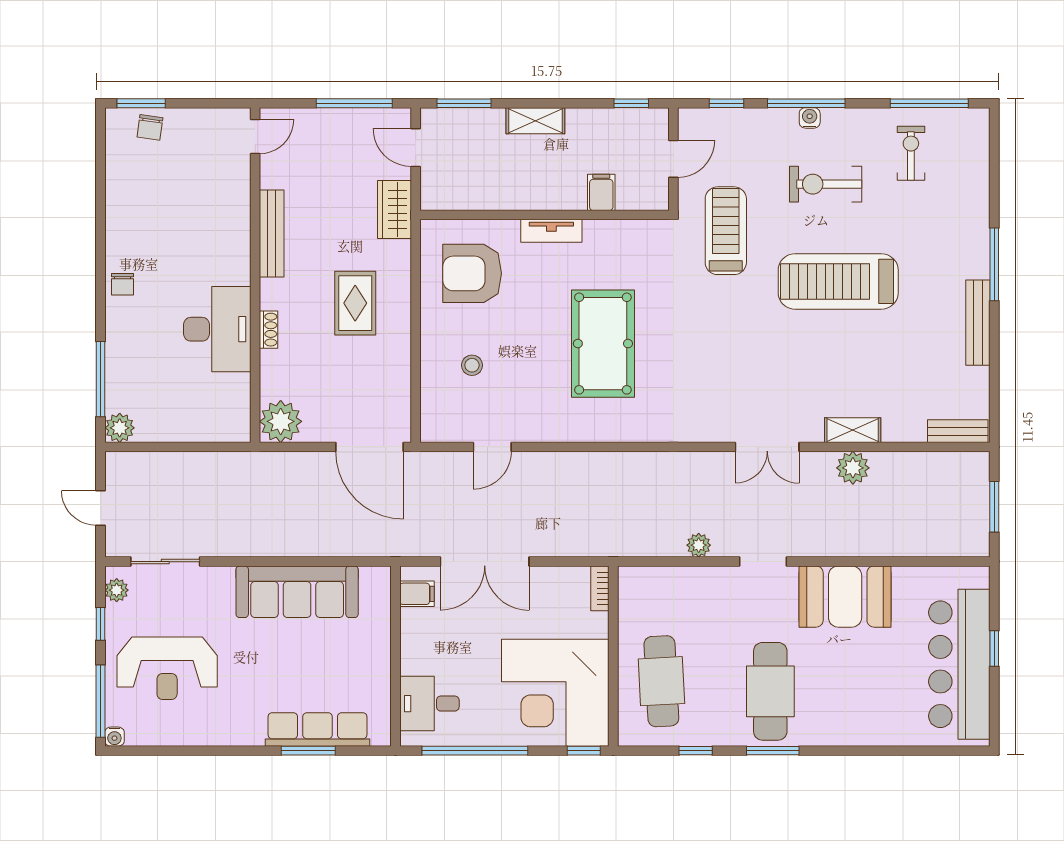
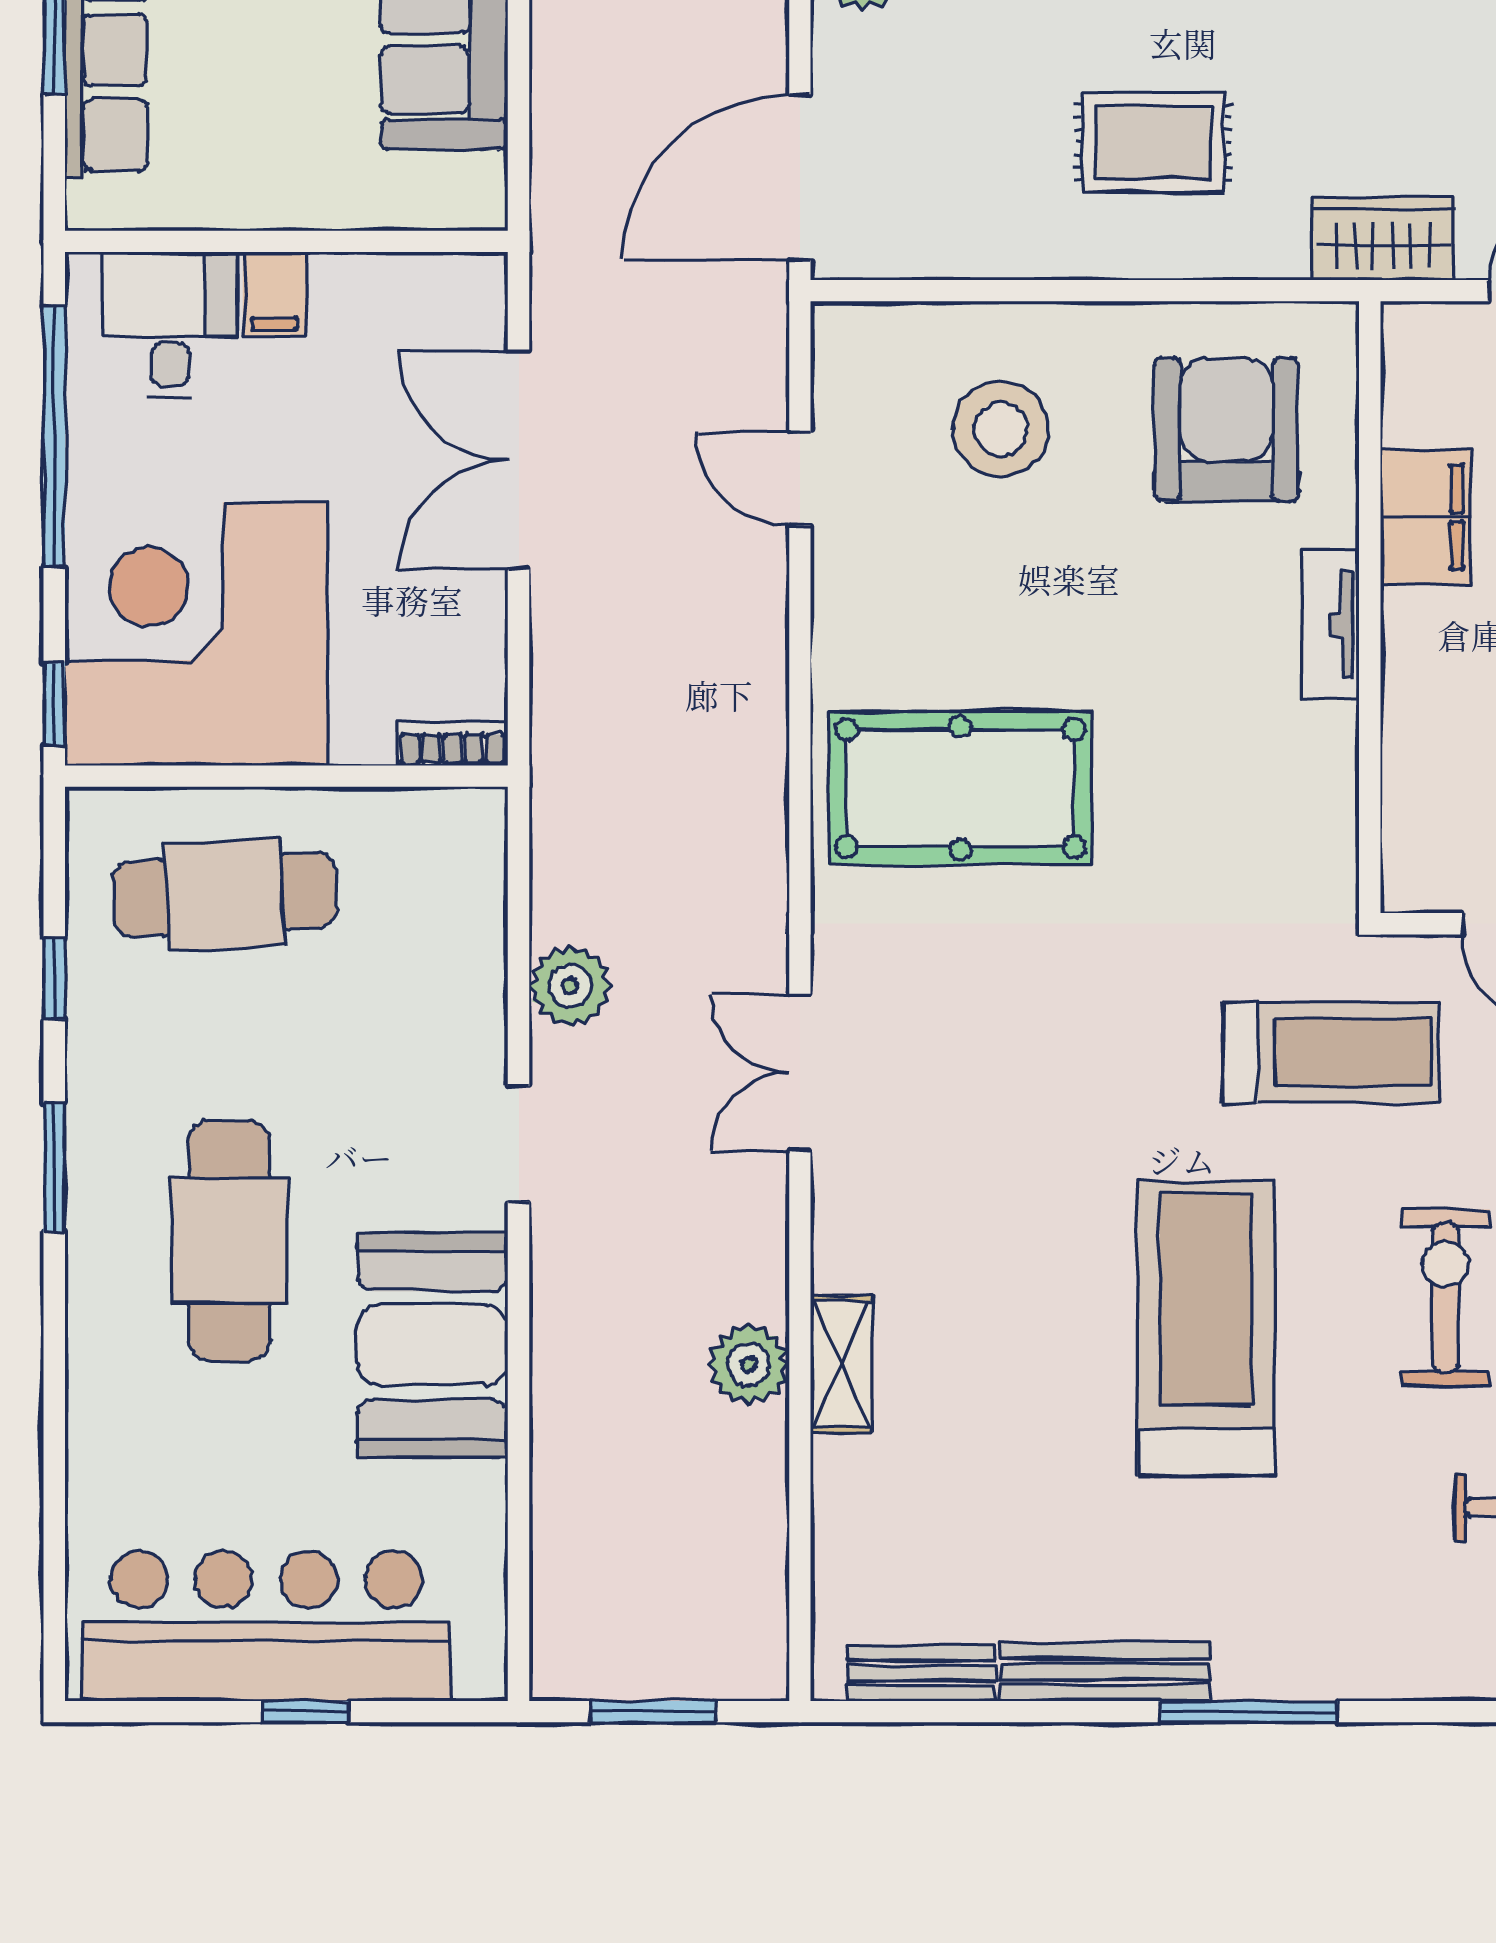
filing cabinet: (601, 192) -> (1425, 517), moved, width x2.00
pool table: (603, 344) -> (960, 788), moved
stool: (472, 365) -> (1001, 429), width x1.89, depth x1.89
bench: (958, 431) -> (921, 1673), moved, turned 90
double door: (767, 447) -> (800, 1073), moved
plant: (699, 545) -> (570, 986), width x1.38, depth x1.38
filing cabinet: (417, 594) -> (274, 294), moved
cafe table: (770, 691) -> (229, 1241), moved, turned 90

